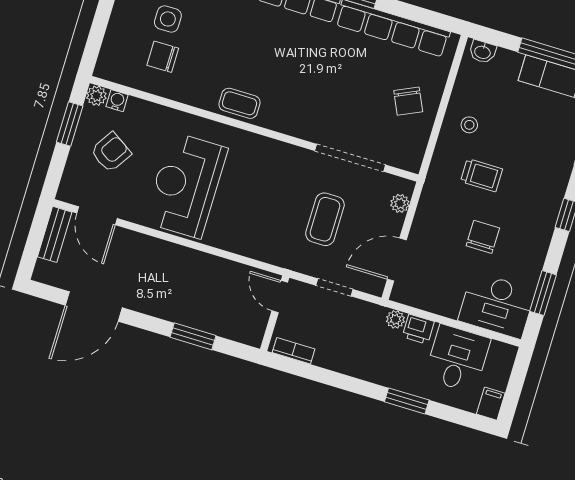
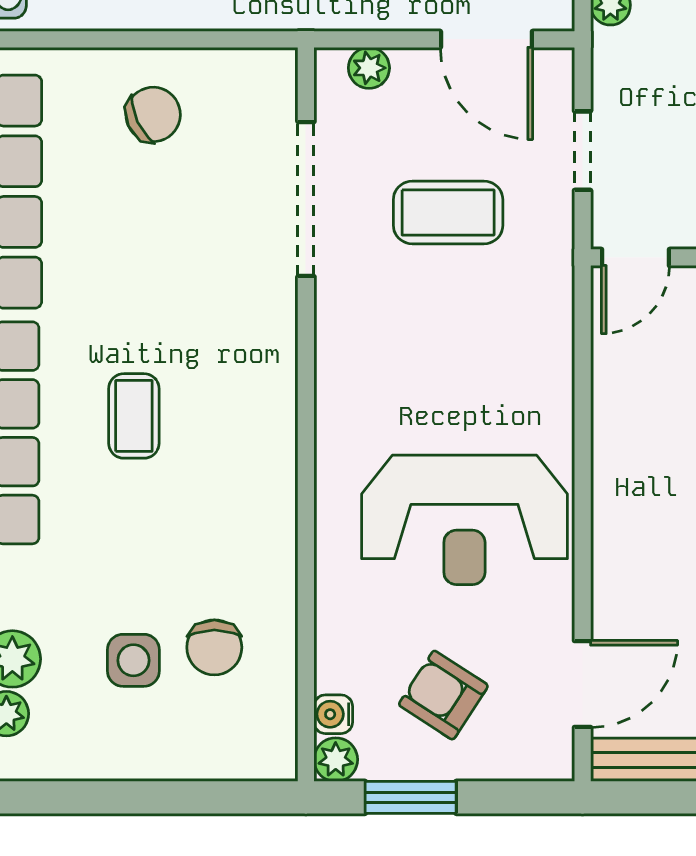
coffee table: (240, 103) -> (134, 416), moved

